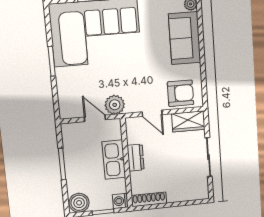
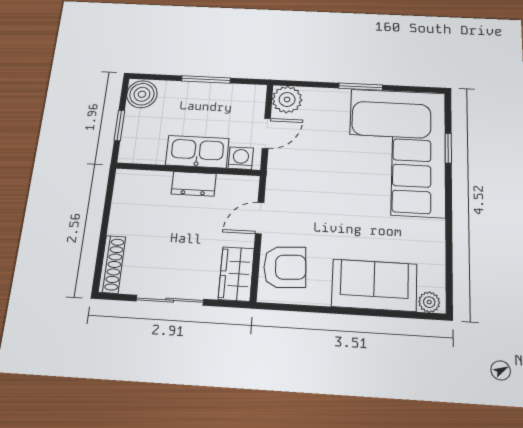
armchair: (181, 93) -> (285, 267), turned -93
plant: (115, 105) -> (287, 99), moved
shoe rack: (149, 199) -> (112, 264), moved
washing machine: (120, 201) -> (241, 158), moved

